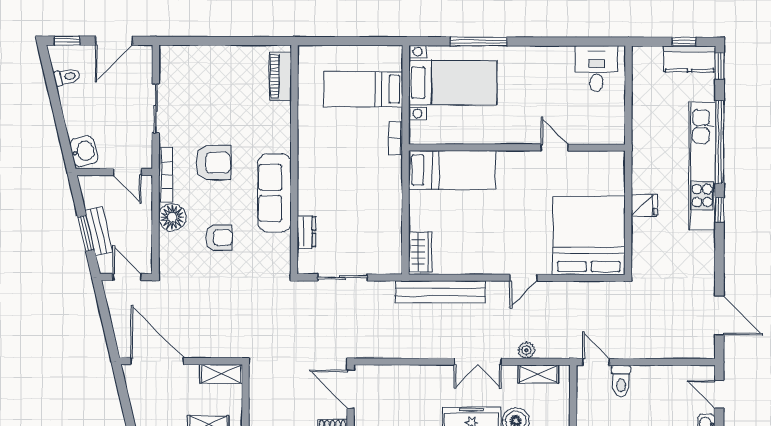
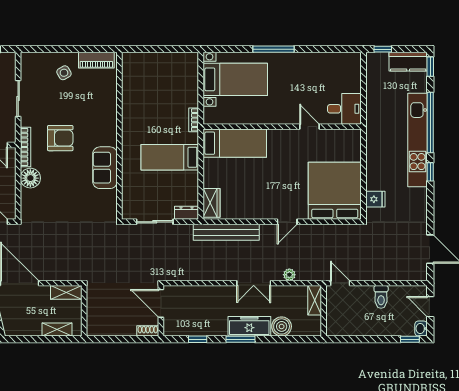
window: (479, 41) -> (274, 49), moved
window: (684, 42) -> (383, 49), moved
desk: (596, 69) -> (344, 109), moved, turned 90
side table: (219, 73) -> (64, 73), added
piano: (280, 76) -> (96, 60), moved, turned -90
bed: (363, 89) -> (170, 157), moved
sofa: (274, 193) -> (105, 168), width x0.73
fridge: (644, 205) -> (375, 199), moved
dresser: (306, 232) -> (186, 213), moved, turned -90
armchair: (219, 237) -> (65, 193), removed
shelving: (539, 374) -> (315, 300), moved, turned 90
toilet: (621, 381) -> (381, 297), moved

